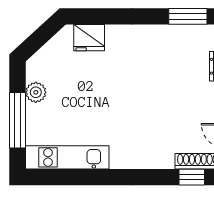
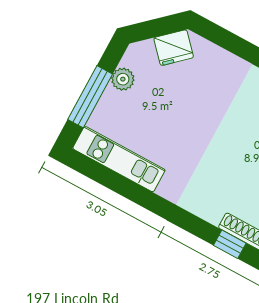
fridge: (89, 38) -> (174, 48), moved, turned -43

